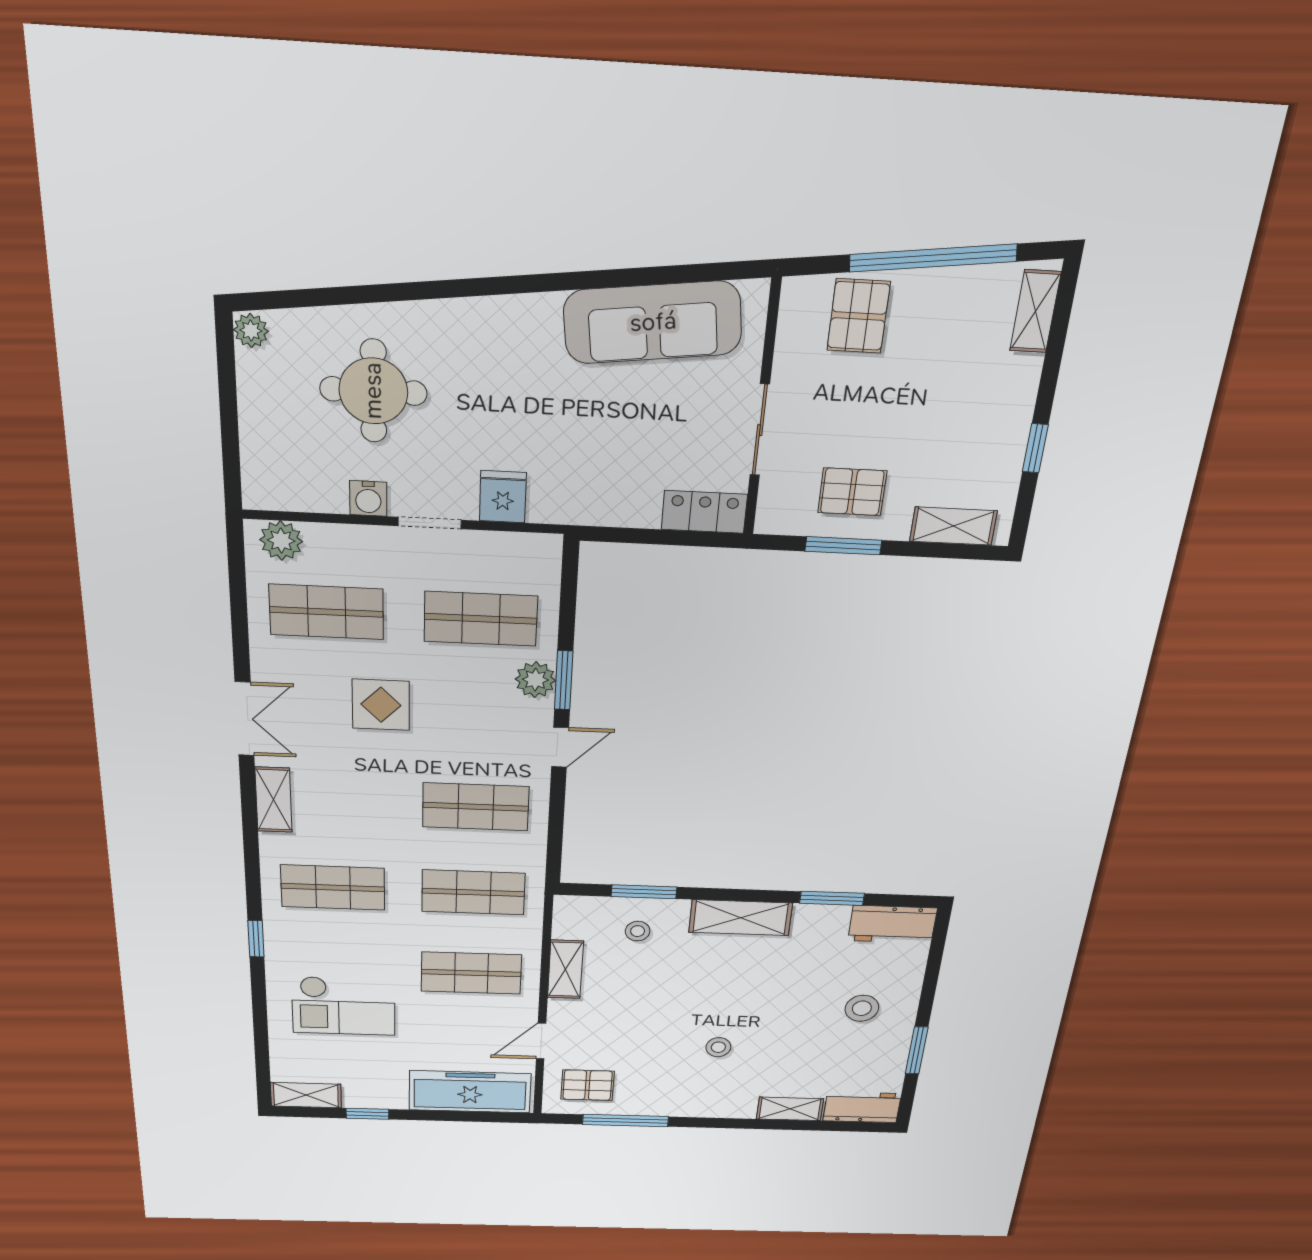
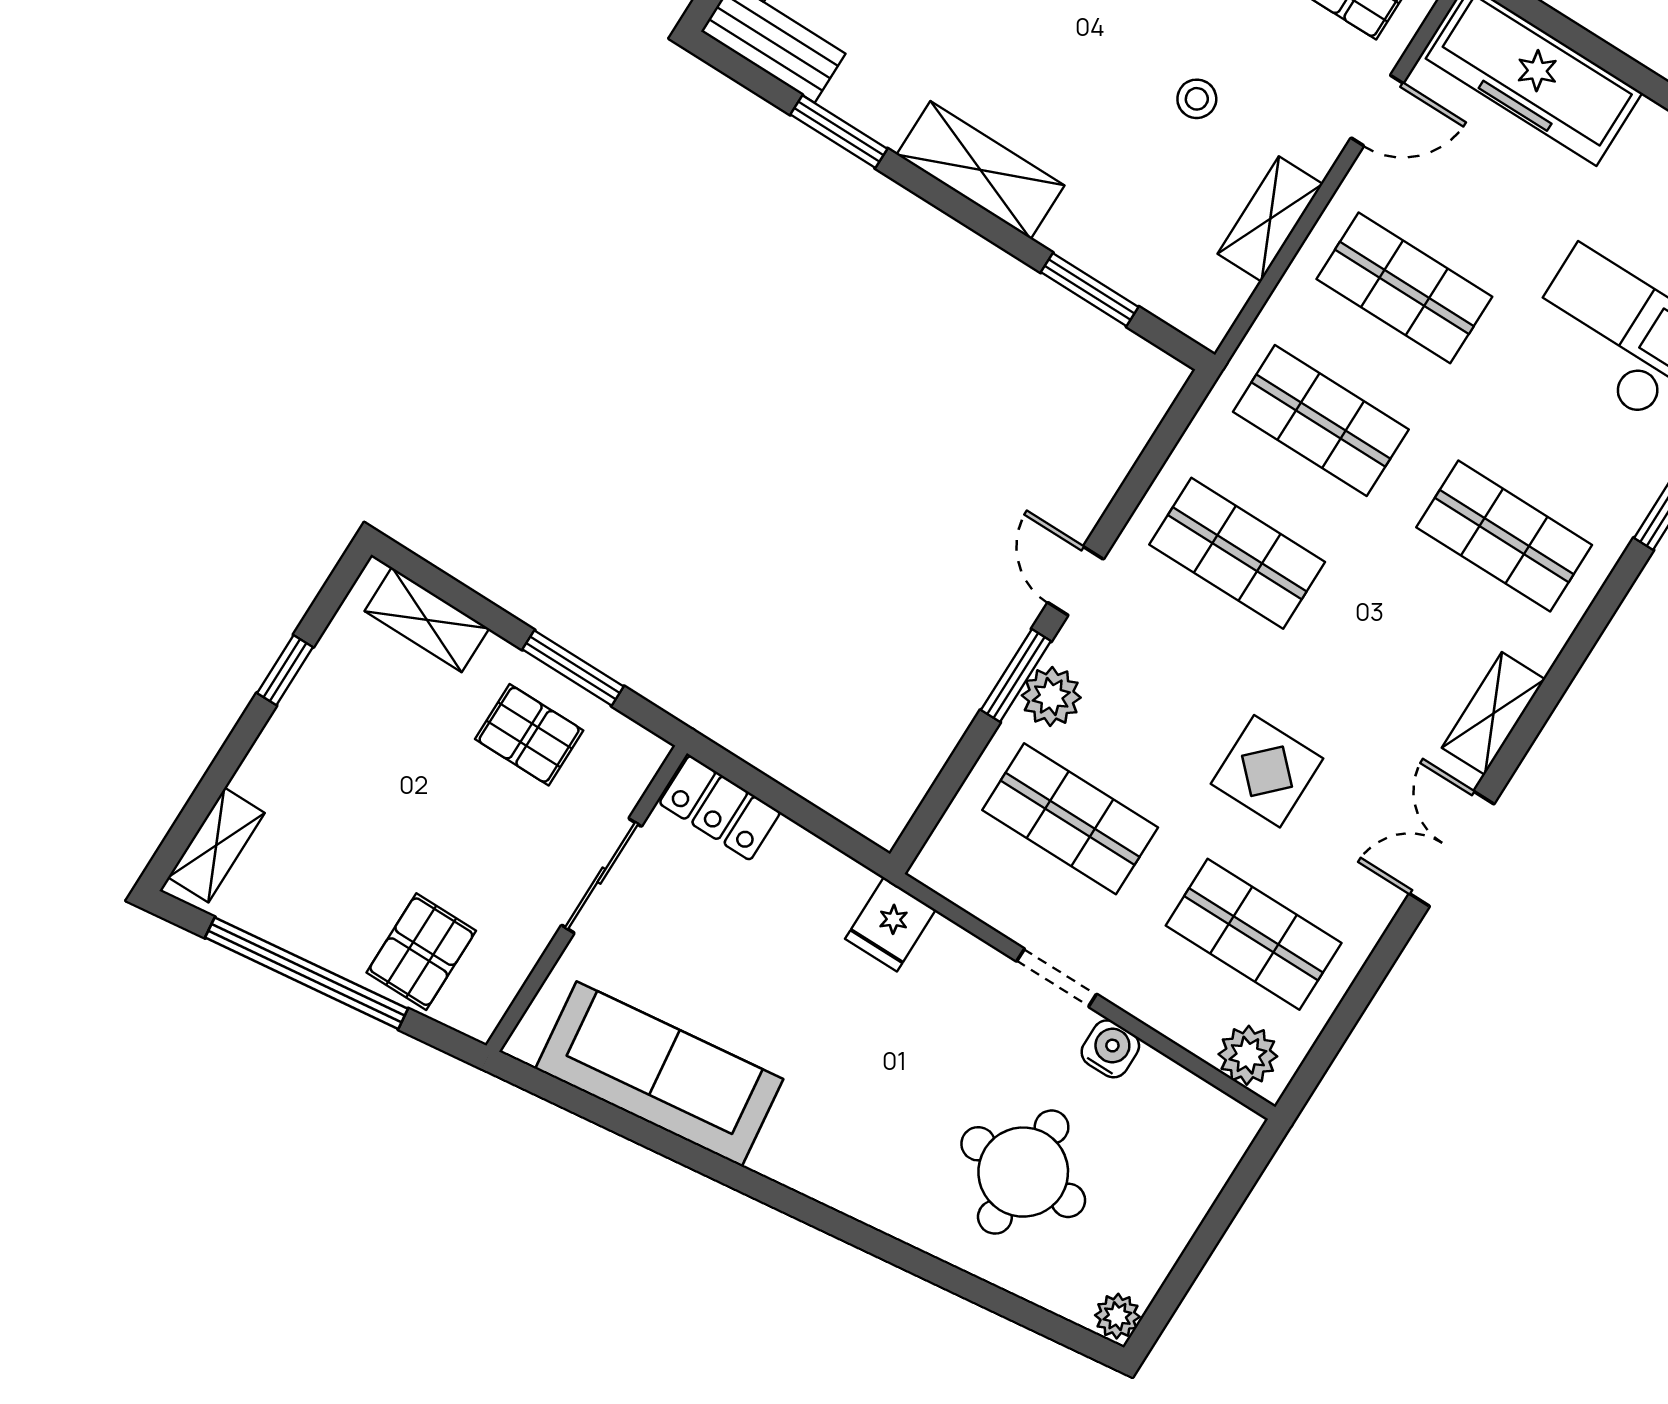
fridge: (503, 497) -> (890, 924), moved
door: (560, 747) -> (1076, 581), hinge flipped
stool: (638, 931) -> (1197, 99), moved

